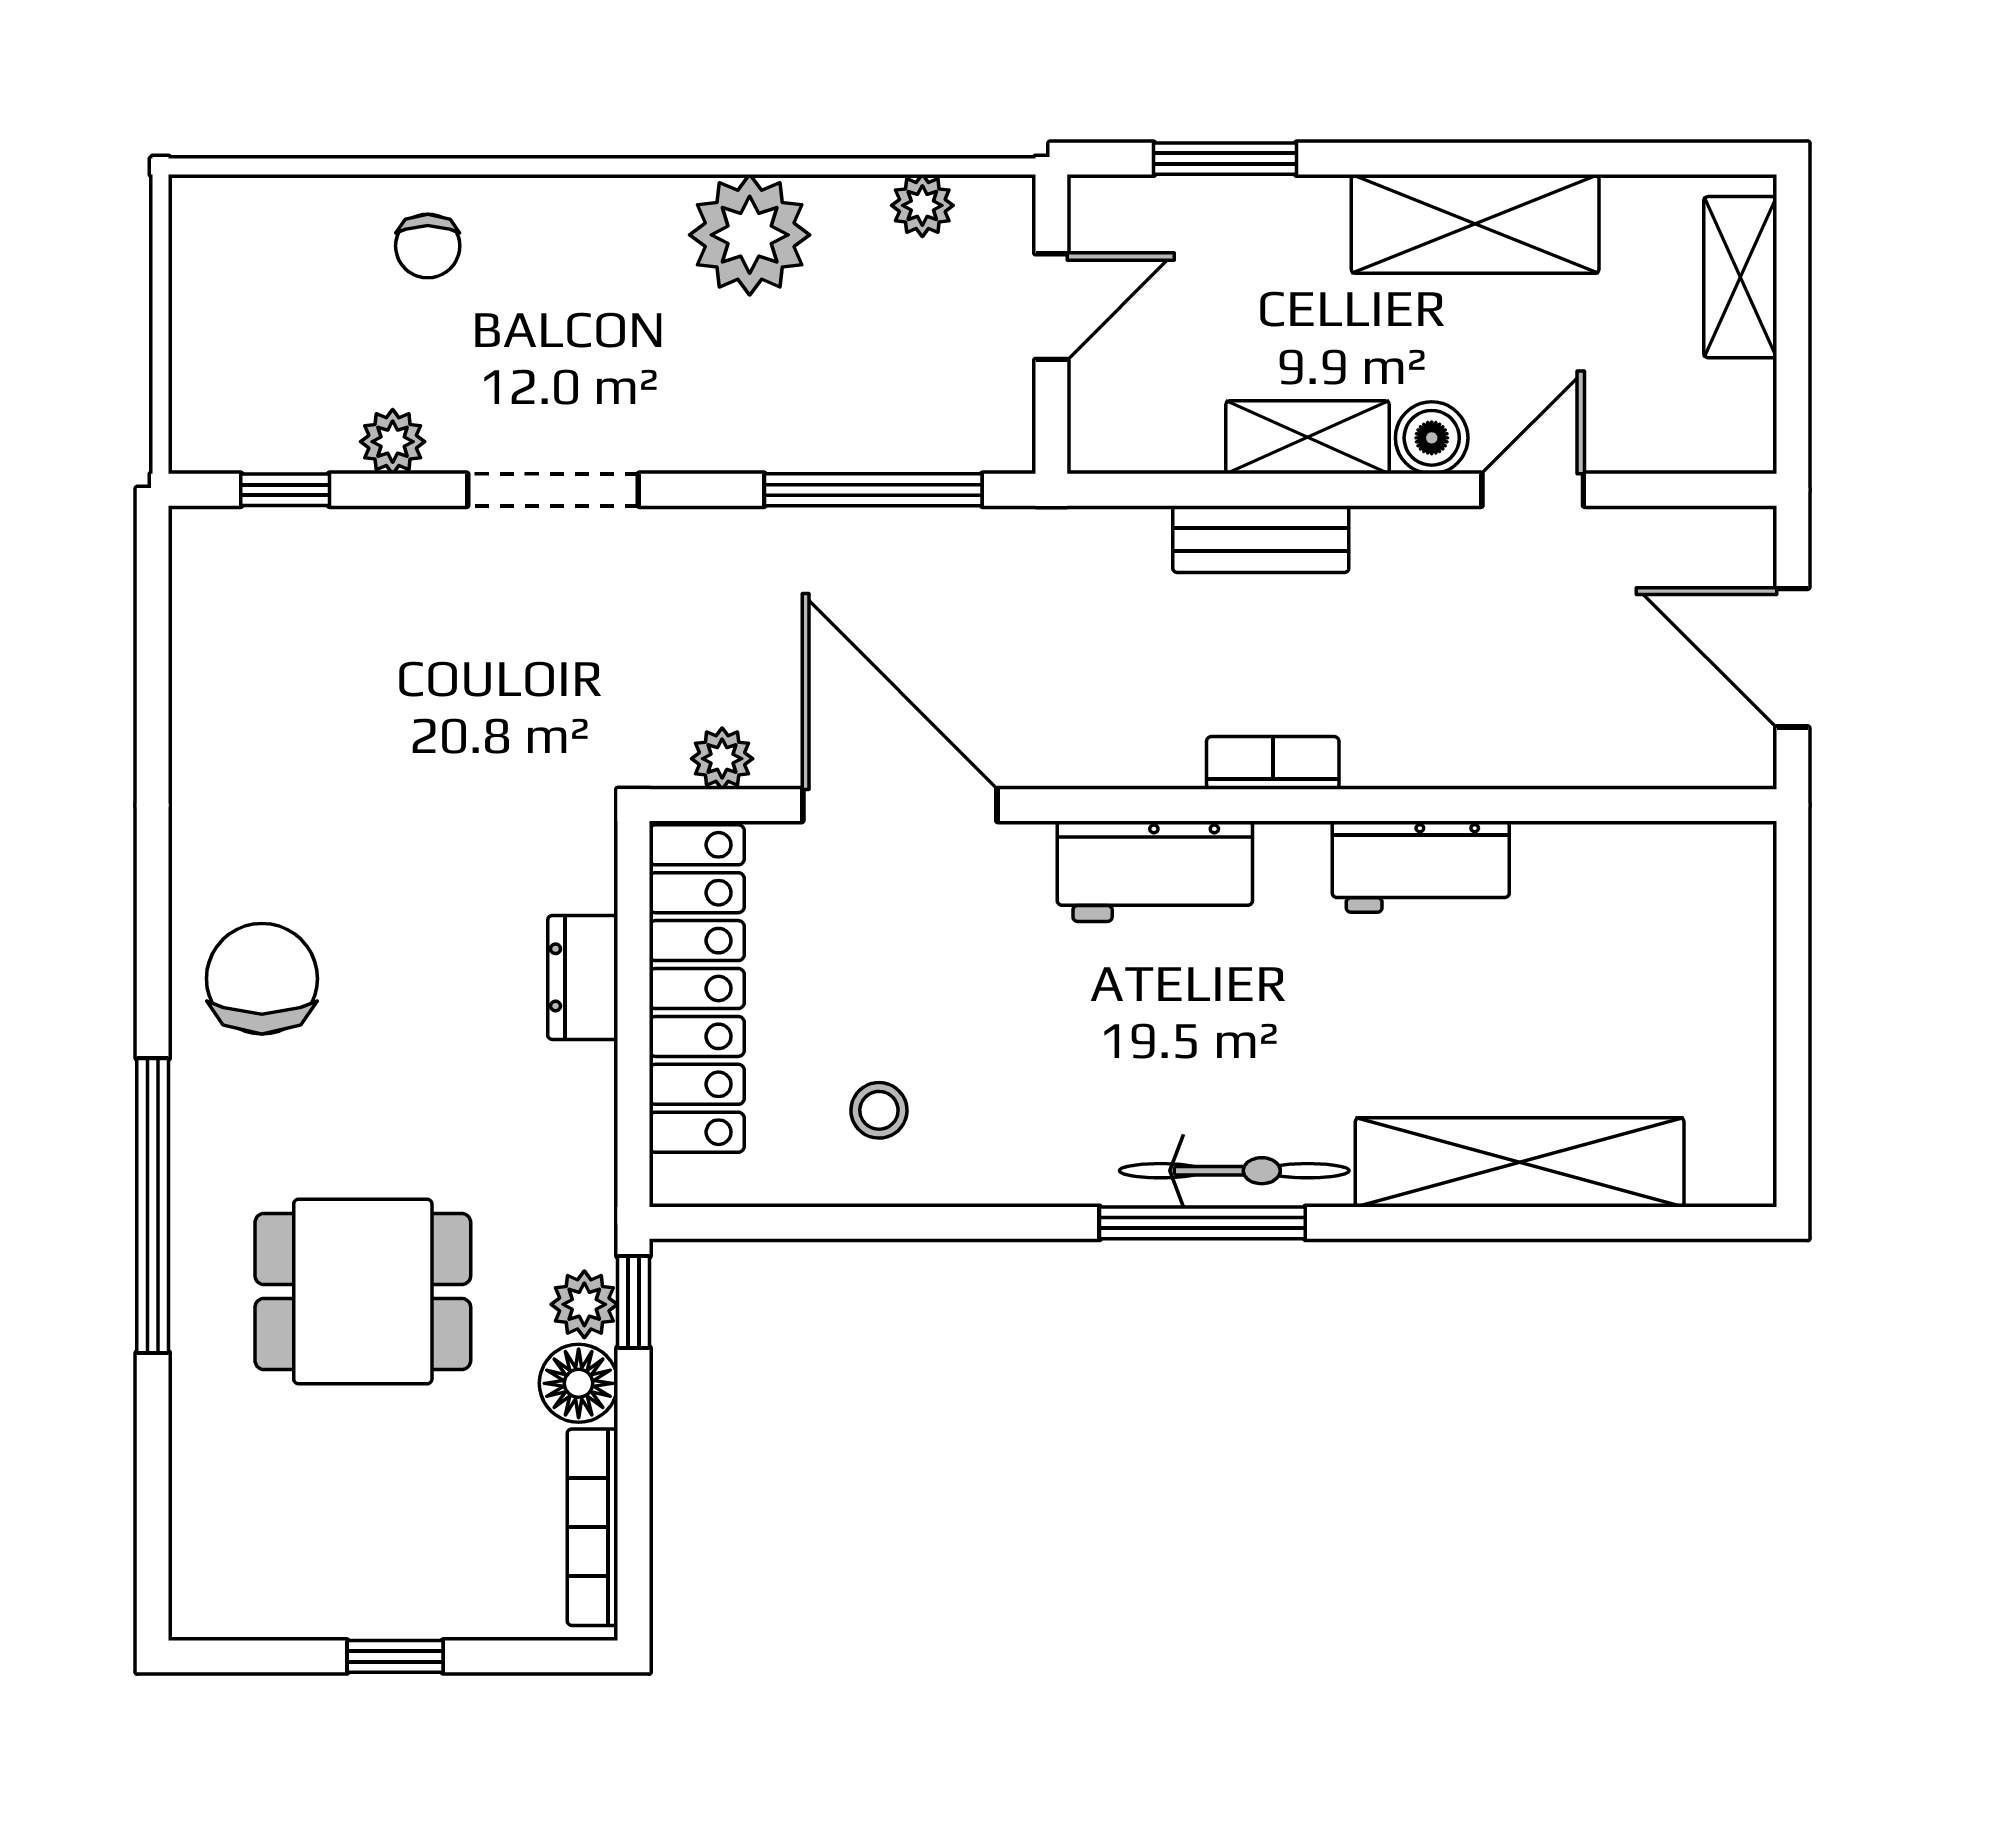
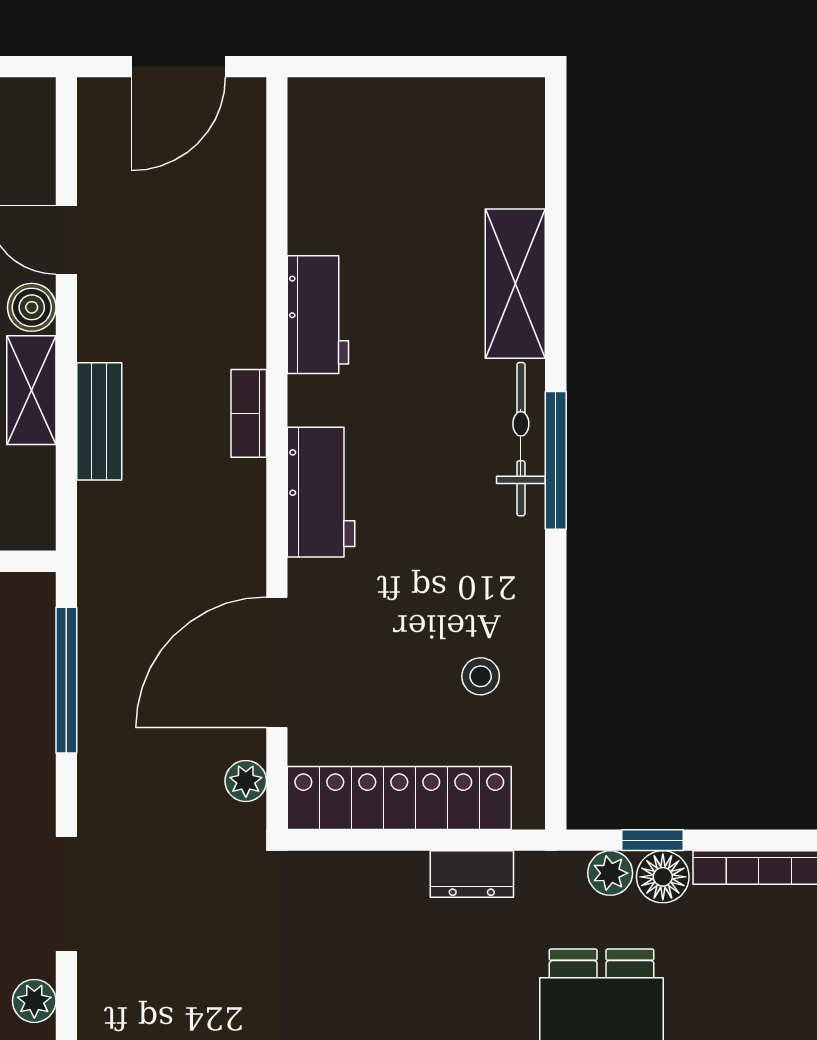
dresser: (583, 977) -> (472, 874), moved
shelving: (1520, 1162) -> (515, 284), width x0.68
window: (634, 1302) -> (653, 840), moved

